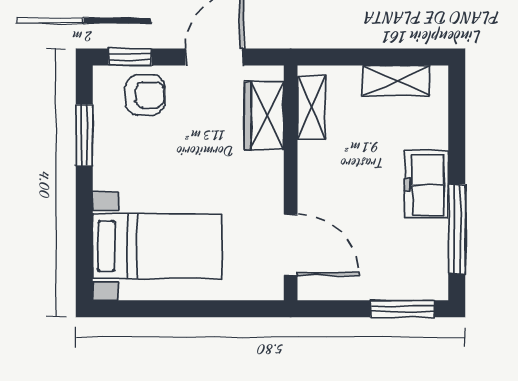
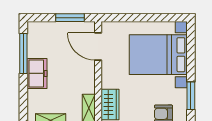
bed with nightstands: (157, 246) -> (158, 55), width x1.36
window: (402, 309) -> (70, 18), moved

